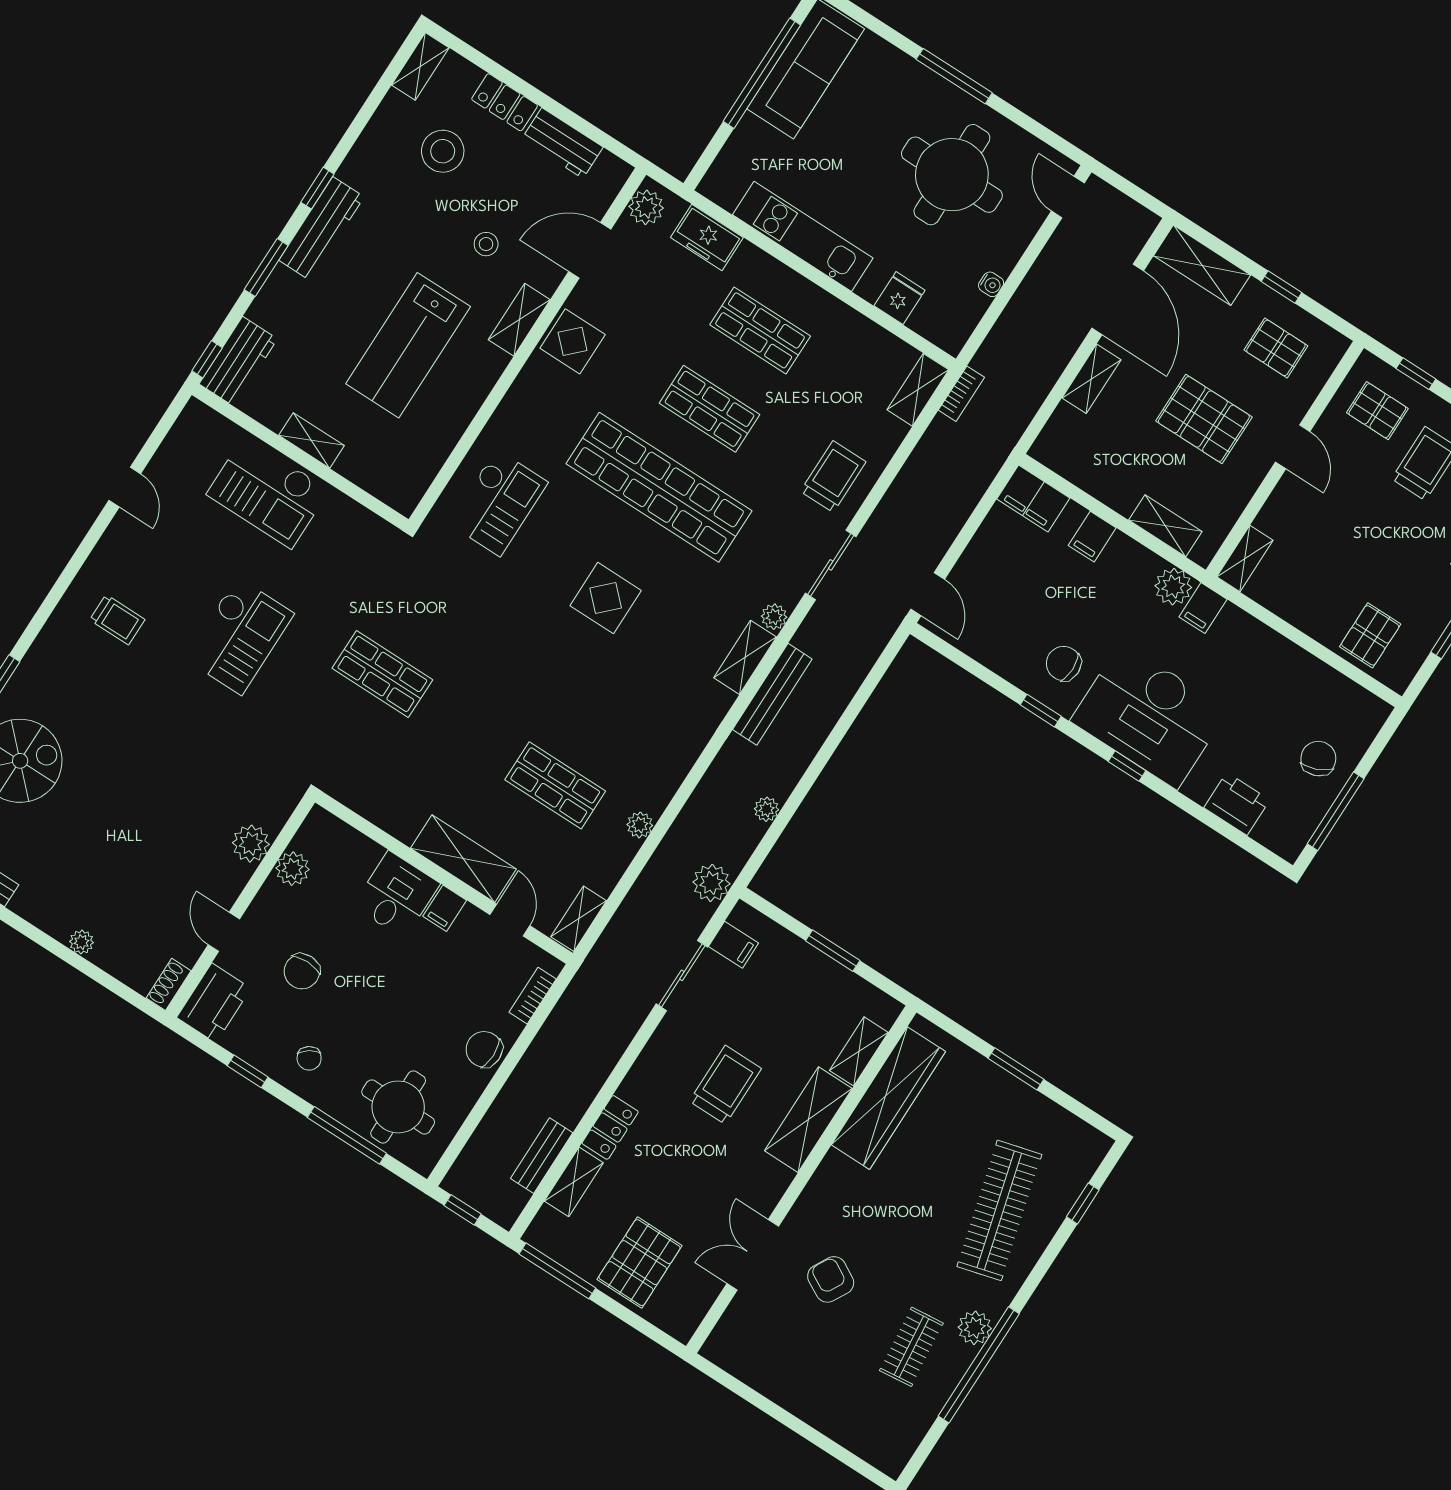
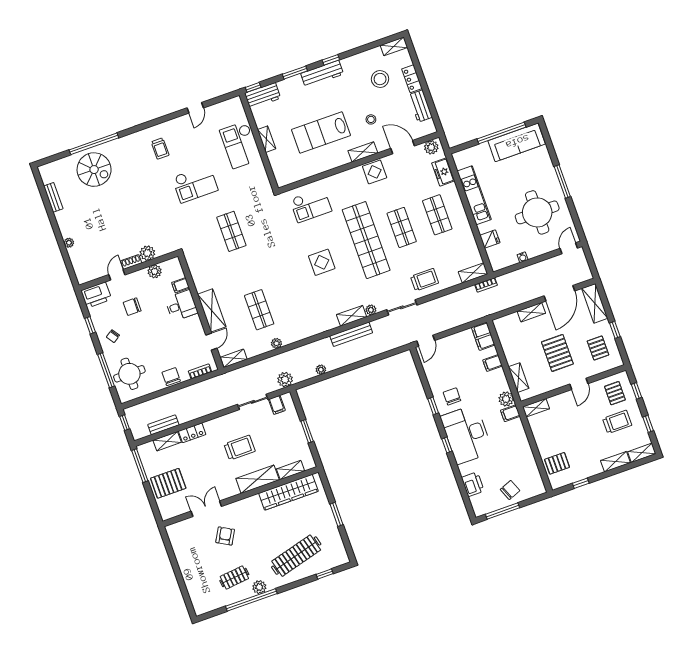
filing cabinet: (445, 908) -> (181, 285), moved
shoe rack: (169, 984) -> (131, 262), moved

